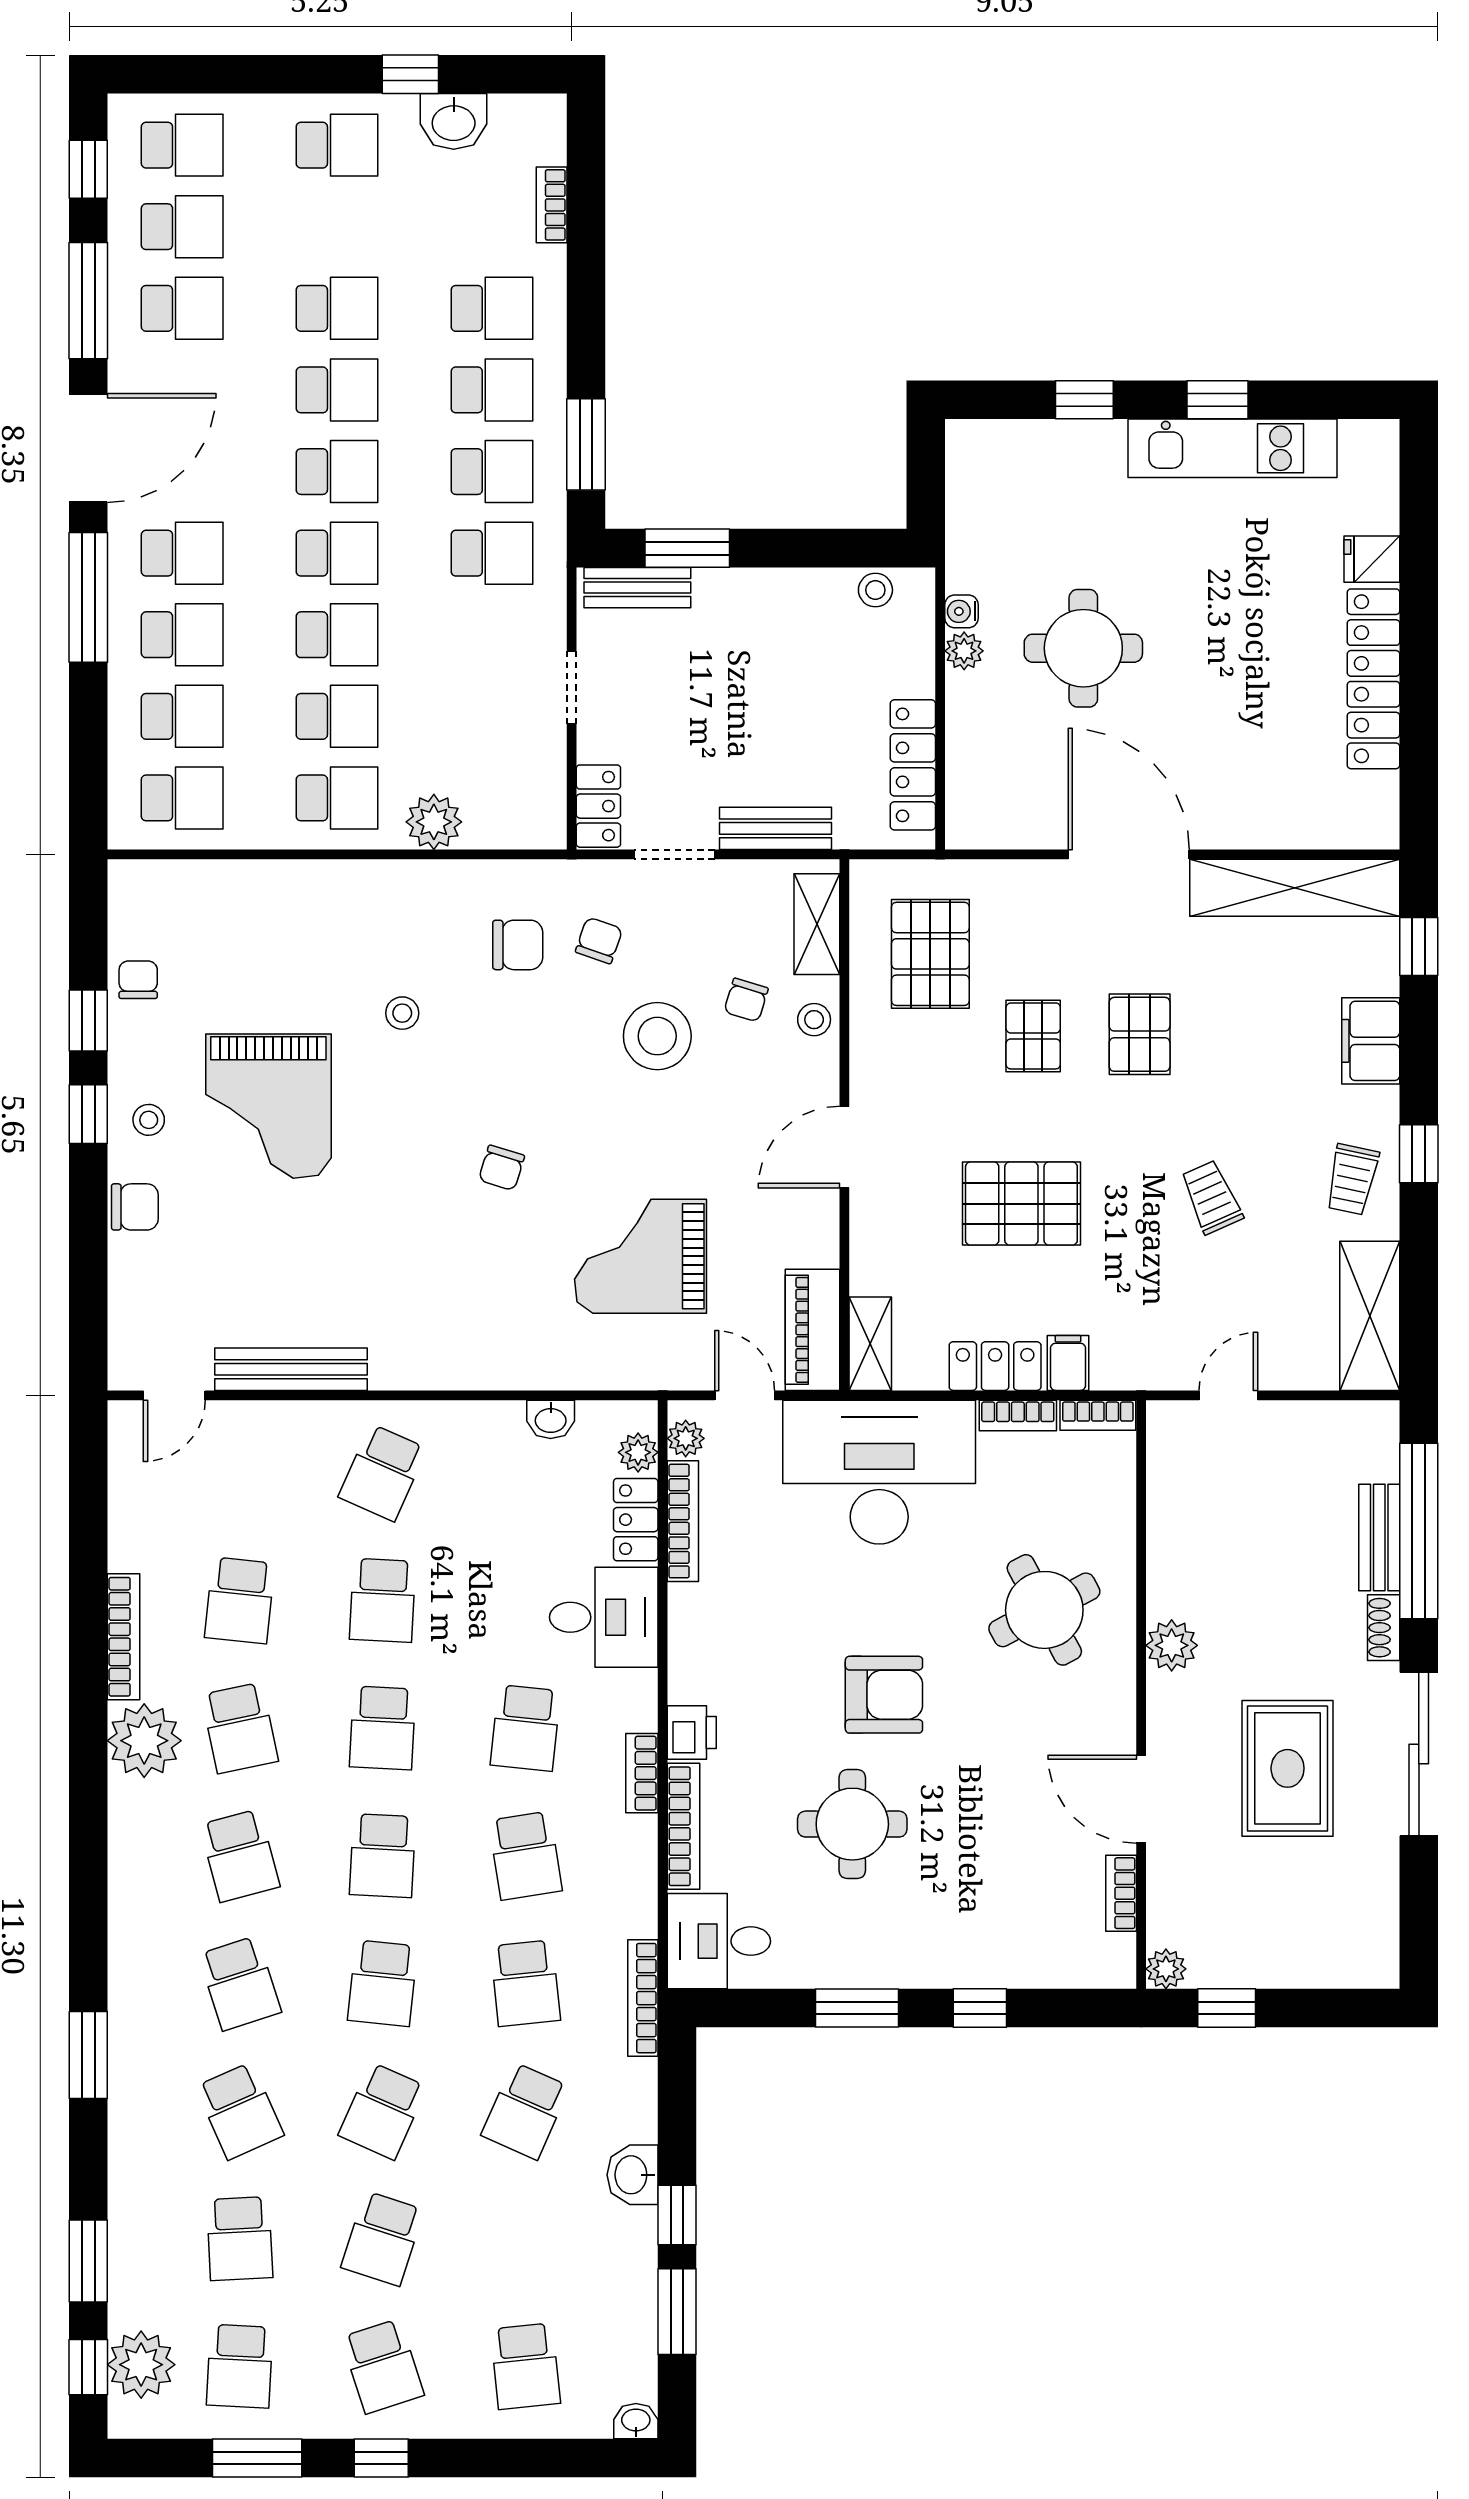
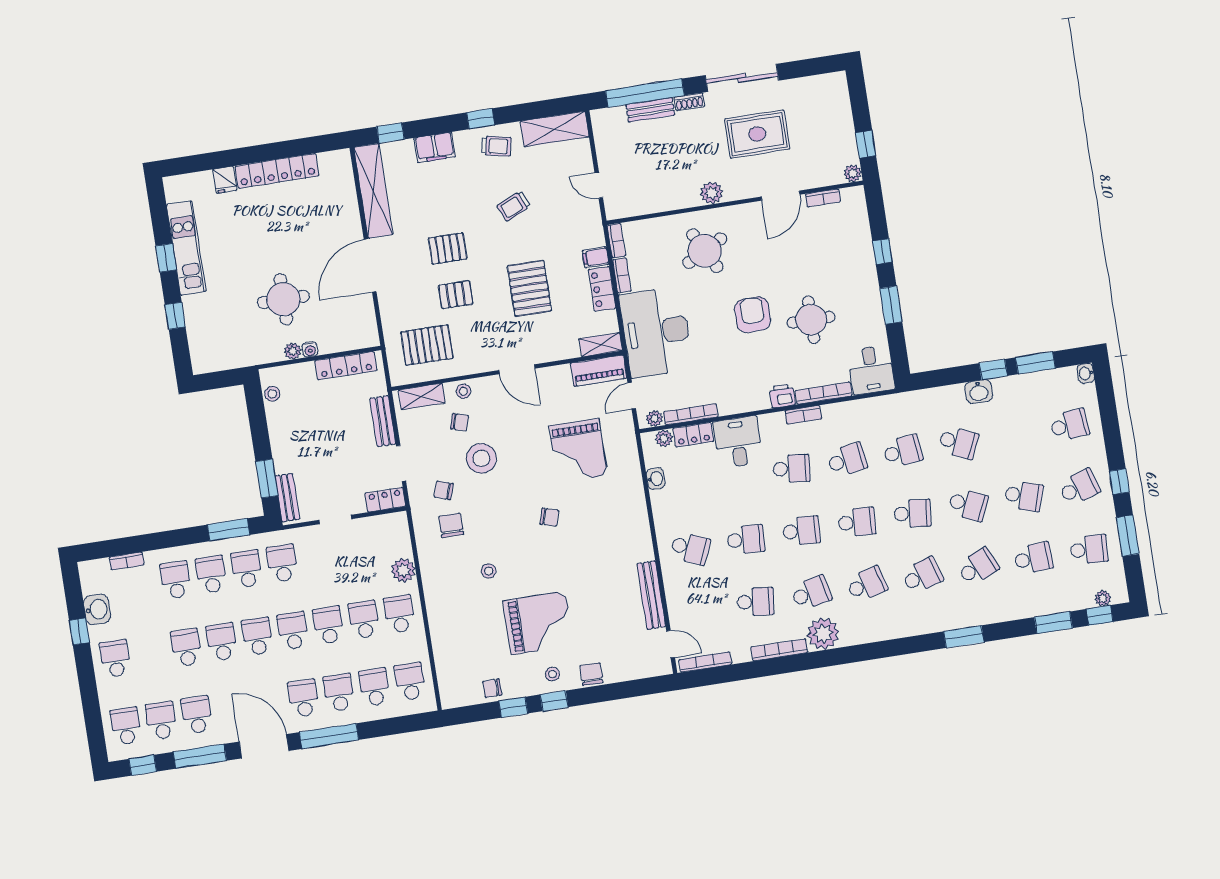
water cooler: (961, 611) -> (310, 349), moved
bookcase: (643, 1998) -> (705, 662), moved, turned 180
plant: (141, 2365) -> (1103, 598), width x0.53, depth x0.53

